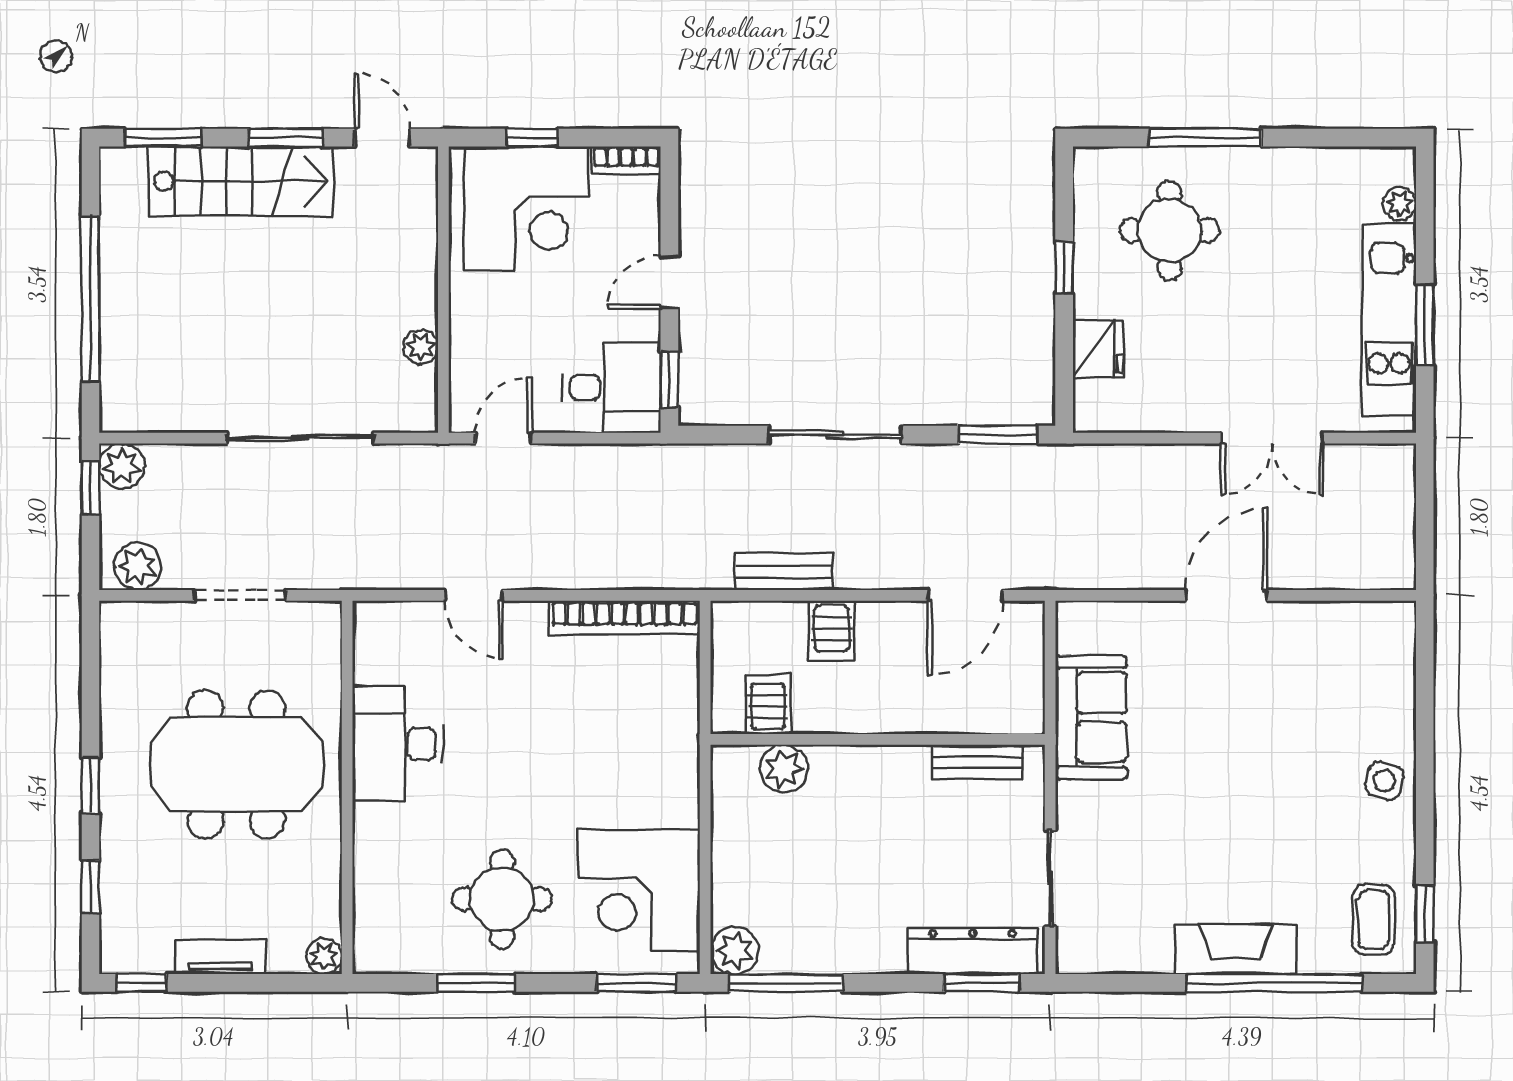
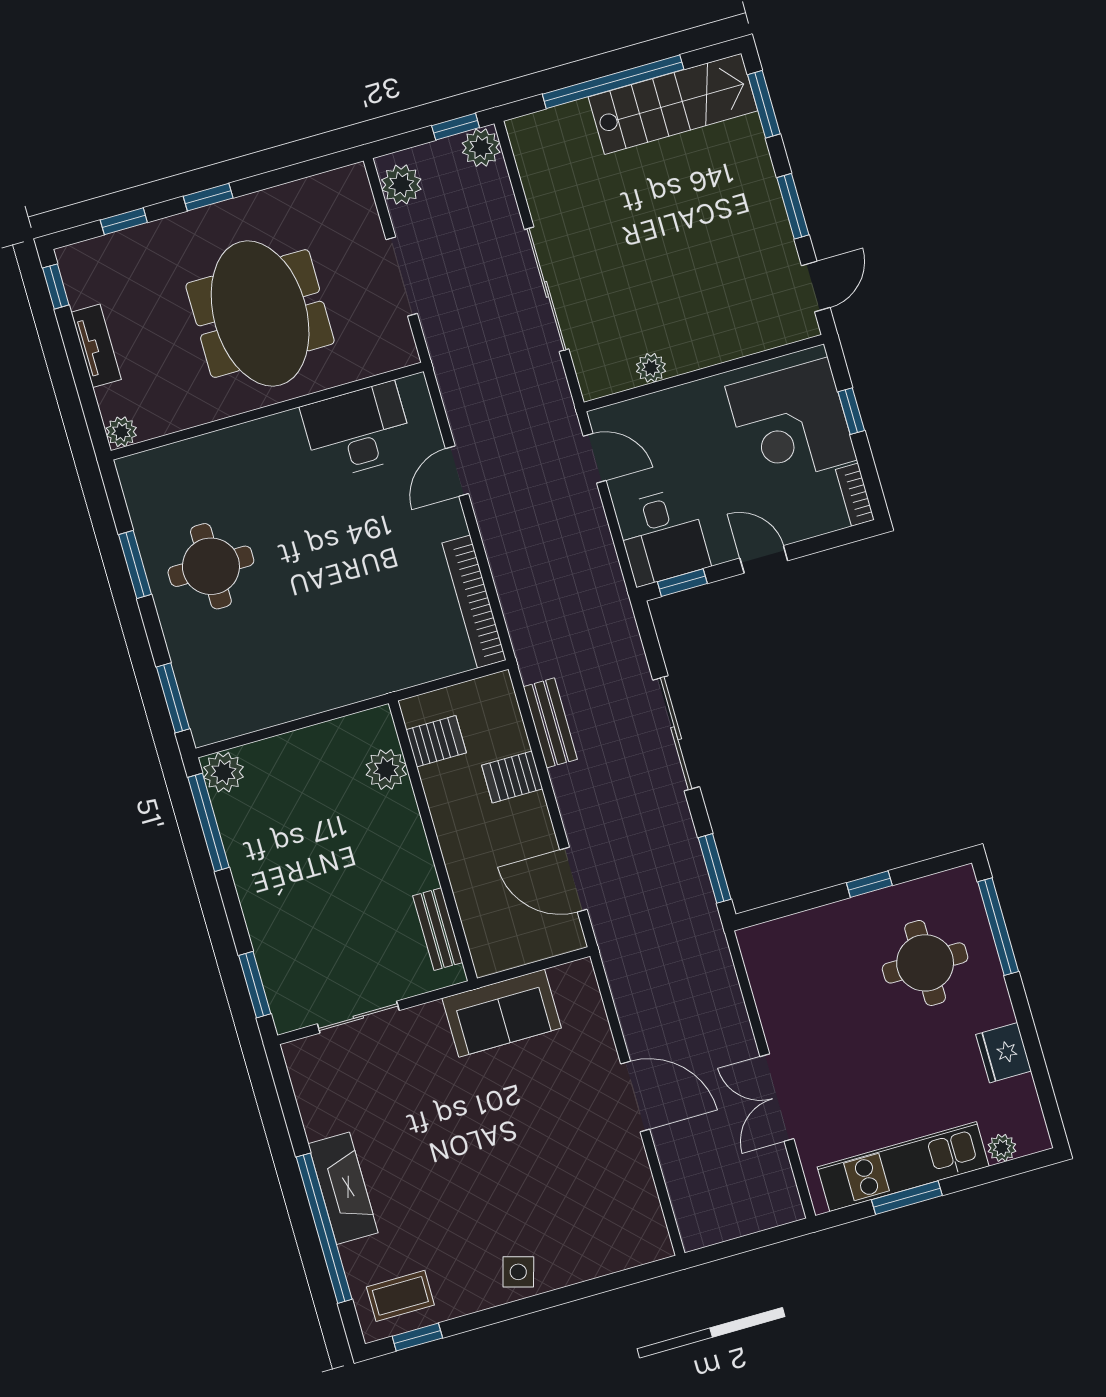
window: (1205, 138) -> (998, 927), moved
stairs: (241, 181) -> (673, 104), moved, turned -90
fridge: (1098, 349) -> (1004, 1053), moved, turned 90
desk: (398, 744) -> (357, 431), moved
corner desk: (639, 890) -> (251, 678), removed
dresser: (972, 951) -> (279, 970), removed

